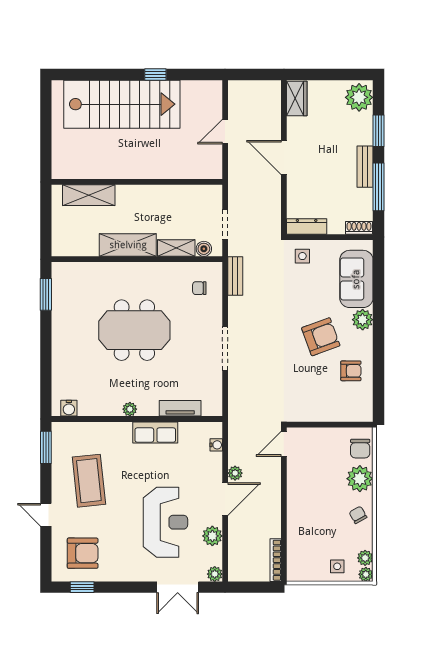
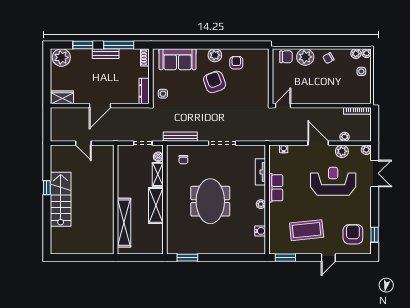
stairs: (122, 104) -> (61, 199), width x0.73, depth x0.66
shelving: (89, 195) -> (124, 223), width x1.47
bench: (235, 276) -> (180, 137), width x1.36
plant: (363, 320) -> (215, 55), moved
water cooler: (69, 408) -> (260, 231), moved
door: (284, 444) -> (283, 106), swing flipped
plant: (235, 473) -> (345, 137), moved

